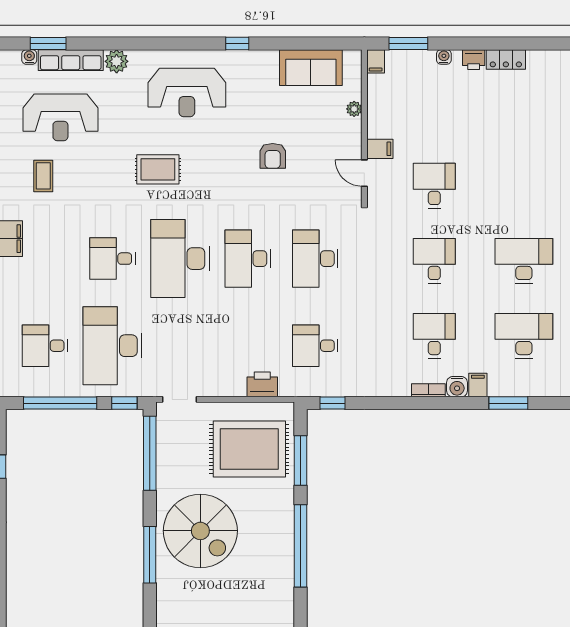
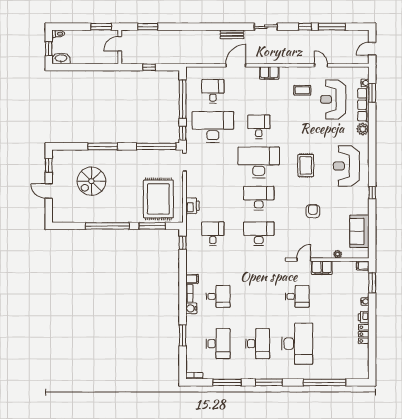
filing cabinet: (380, 149) -> (322, 268), width x2.00
armchair: (273, 156) -> (313, 211), turned 90
rug: (158, 169) -> (306, 165), moved
desk: (434, 261) -> (297, 344), moved, width x1.87, depth x1.30
filing cabinet: (478, 385) -> (192, 279), moved
spiral stairs: (200, 531) -> (91, 181), moved, width x0.73, depth x0.73

